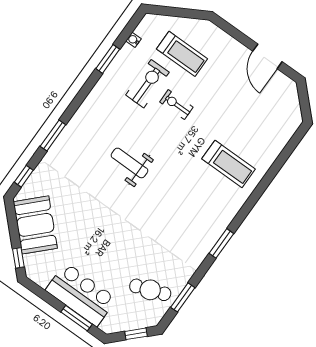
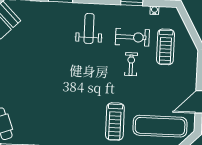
exercise mat: (266, 117) -> (160, 126), added
weight bench: (129, 163) -> (89, 28), moved

